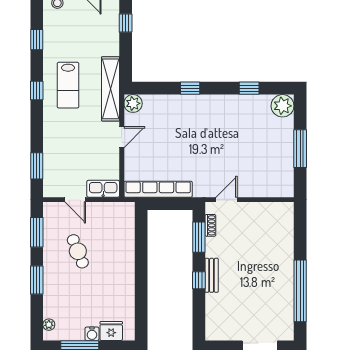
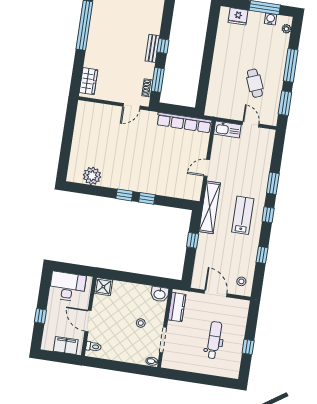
window: (126, 23) -> (193, 240), moved
window: (249, 88) -> (124, 195), moved
plant: (133, 103) -> (194, 193), removed
plant: (283, 106) -> (92, 176), moved
window: (300, 149) -> (67, 138), removed
window: (37, 166) -> (273, 183), moved
wardrobe: (285, 223) -> (88, 81), added
window: (37, 280) -> (291, 65), width x1.44
water cooler: (92, 334) -> (270, 19), moved

